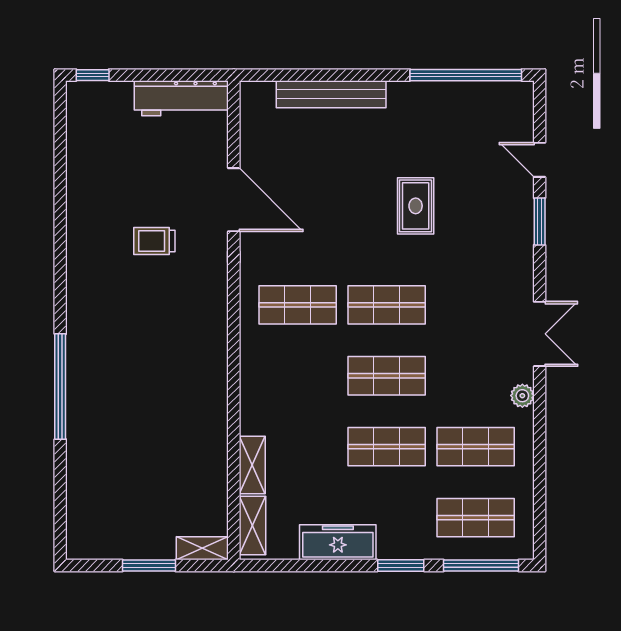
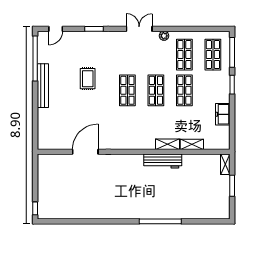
bench: (331, 94) -> (43, 86), moved
workbench: (181, 98) -> (163, 161), moved, turned 90
door: (540, 160) -> (56, 29), moved
rug: (416, 206) -> (88, 79), turned 90
trolley: (154, 241) -> (102, 184), removed
shop shelf: (298, 305) -> (127, 126), removed
shelving: (252, 525) -> (168, 144), moved
freezer: (338, 542) -> (223, 114), width x0.71

